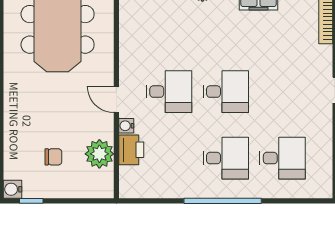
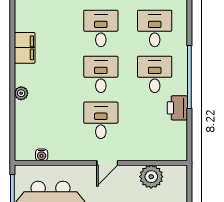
desk: (283, 92) -> (101, 28), added
water cooler: (126, 126) -> (42, 155), moved
printer: (131, 150) -> (177, 108), moved, turned -90

